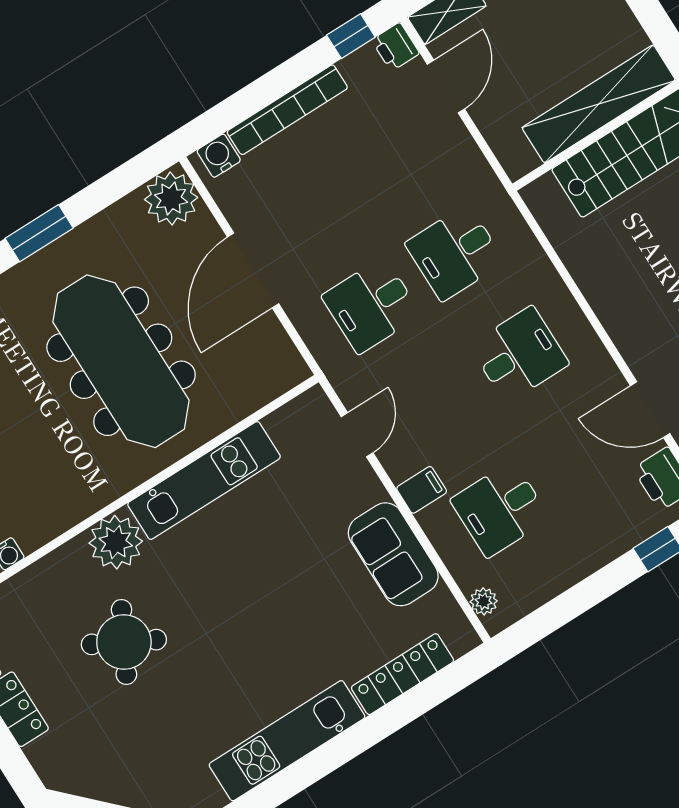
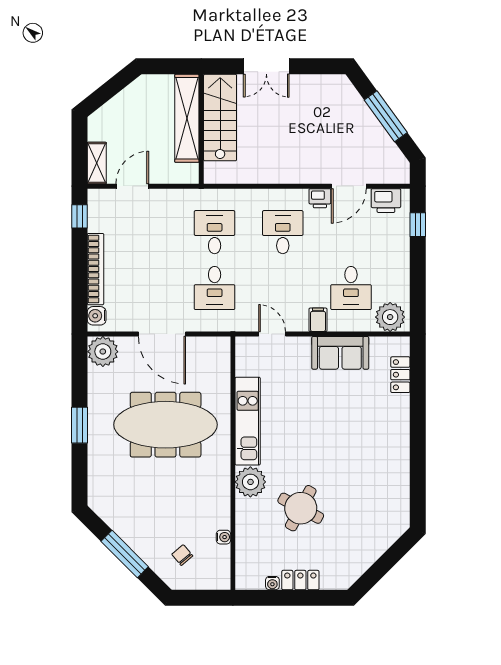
printer: (395, 47) -> (320, 198), moved
door: (446, 87) -> (132, 186), hinge flipped
desk: (455, 253) -> (215, 232), turned 180
plant: (484, 601) -> (390, 317), width x1.87, depth x1.87
locker: (402, 674) -> (400, 375), width x0.66
kitchen unit: (287, 741) -> (397, 460), removed

